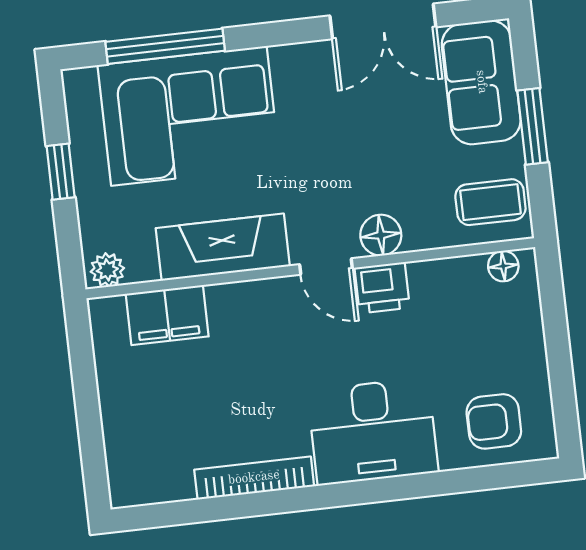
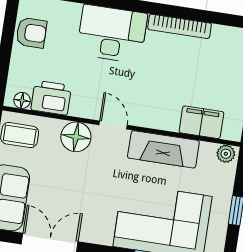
floor lamp: (381, 235) -> (76, 137), width x1.38, depth x1.38
printer: (382, 288) -> (51, 98), moved, width x1.36, depth x1.24
armchair: (494, 421) -> (31, 33), moved

